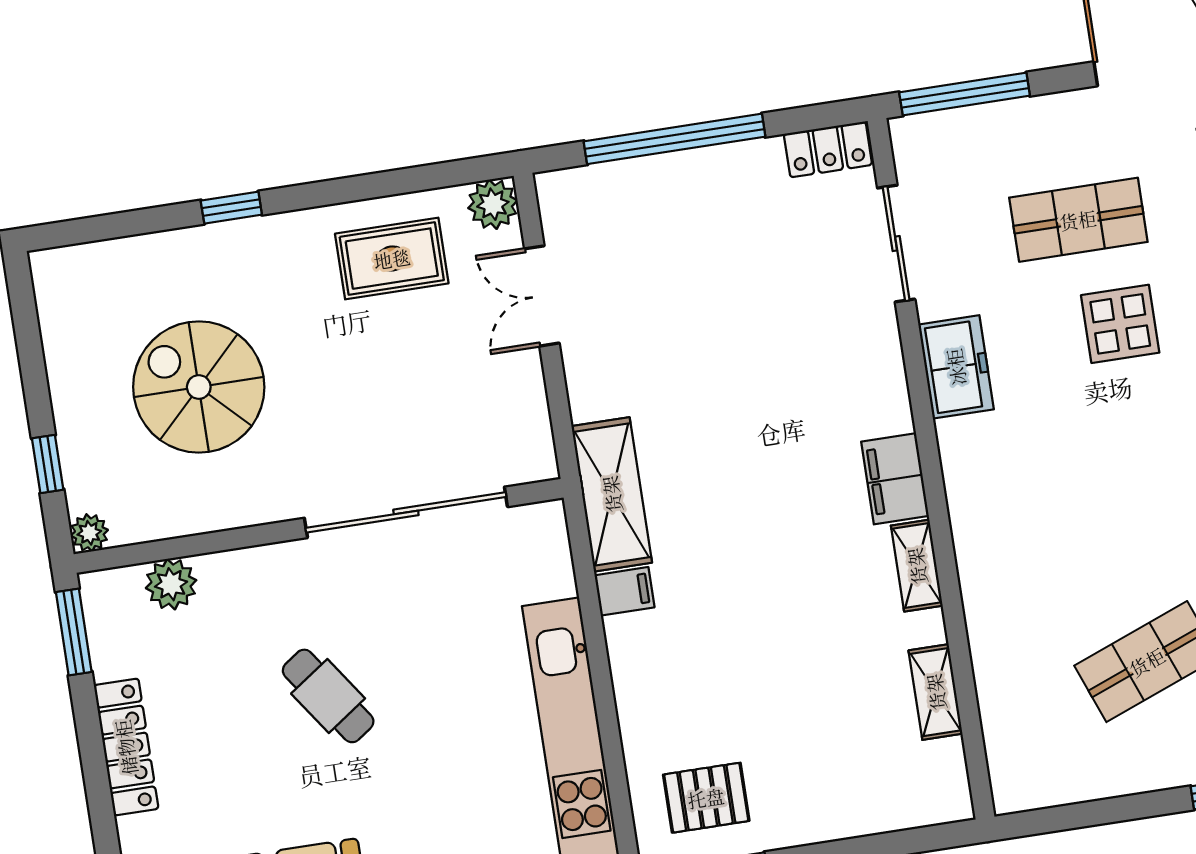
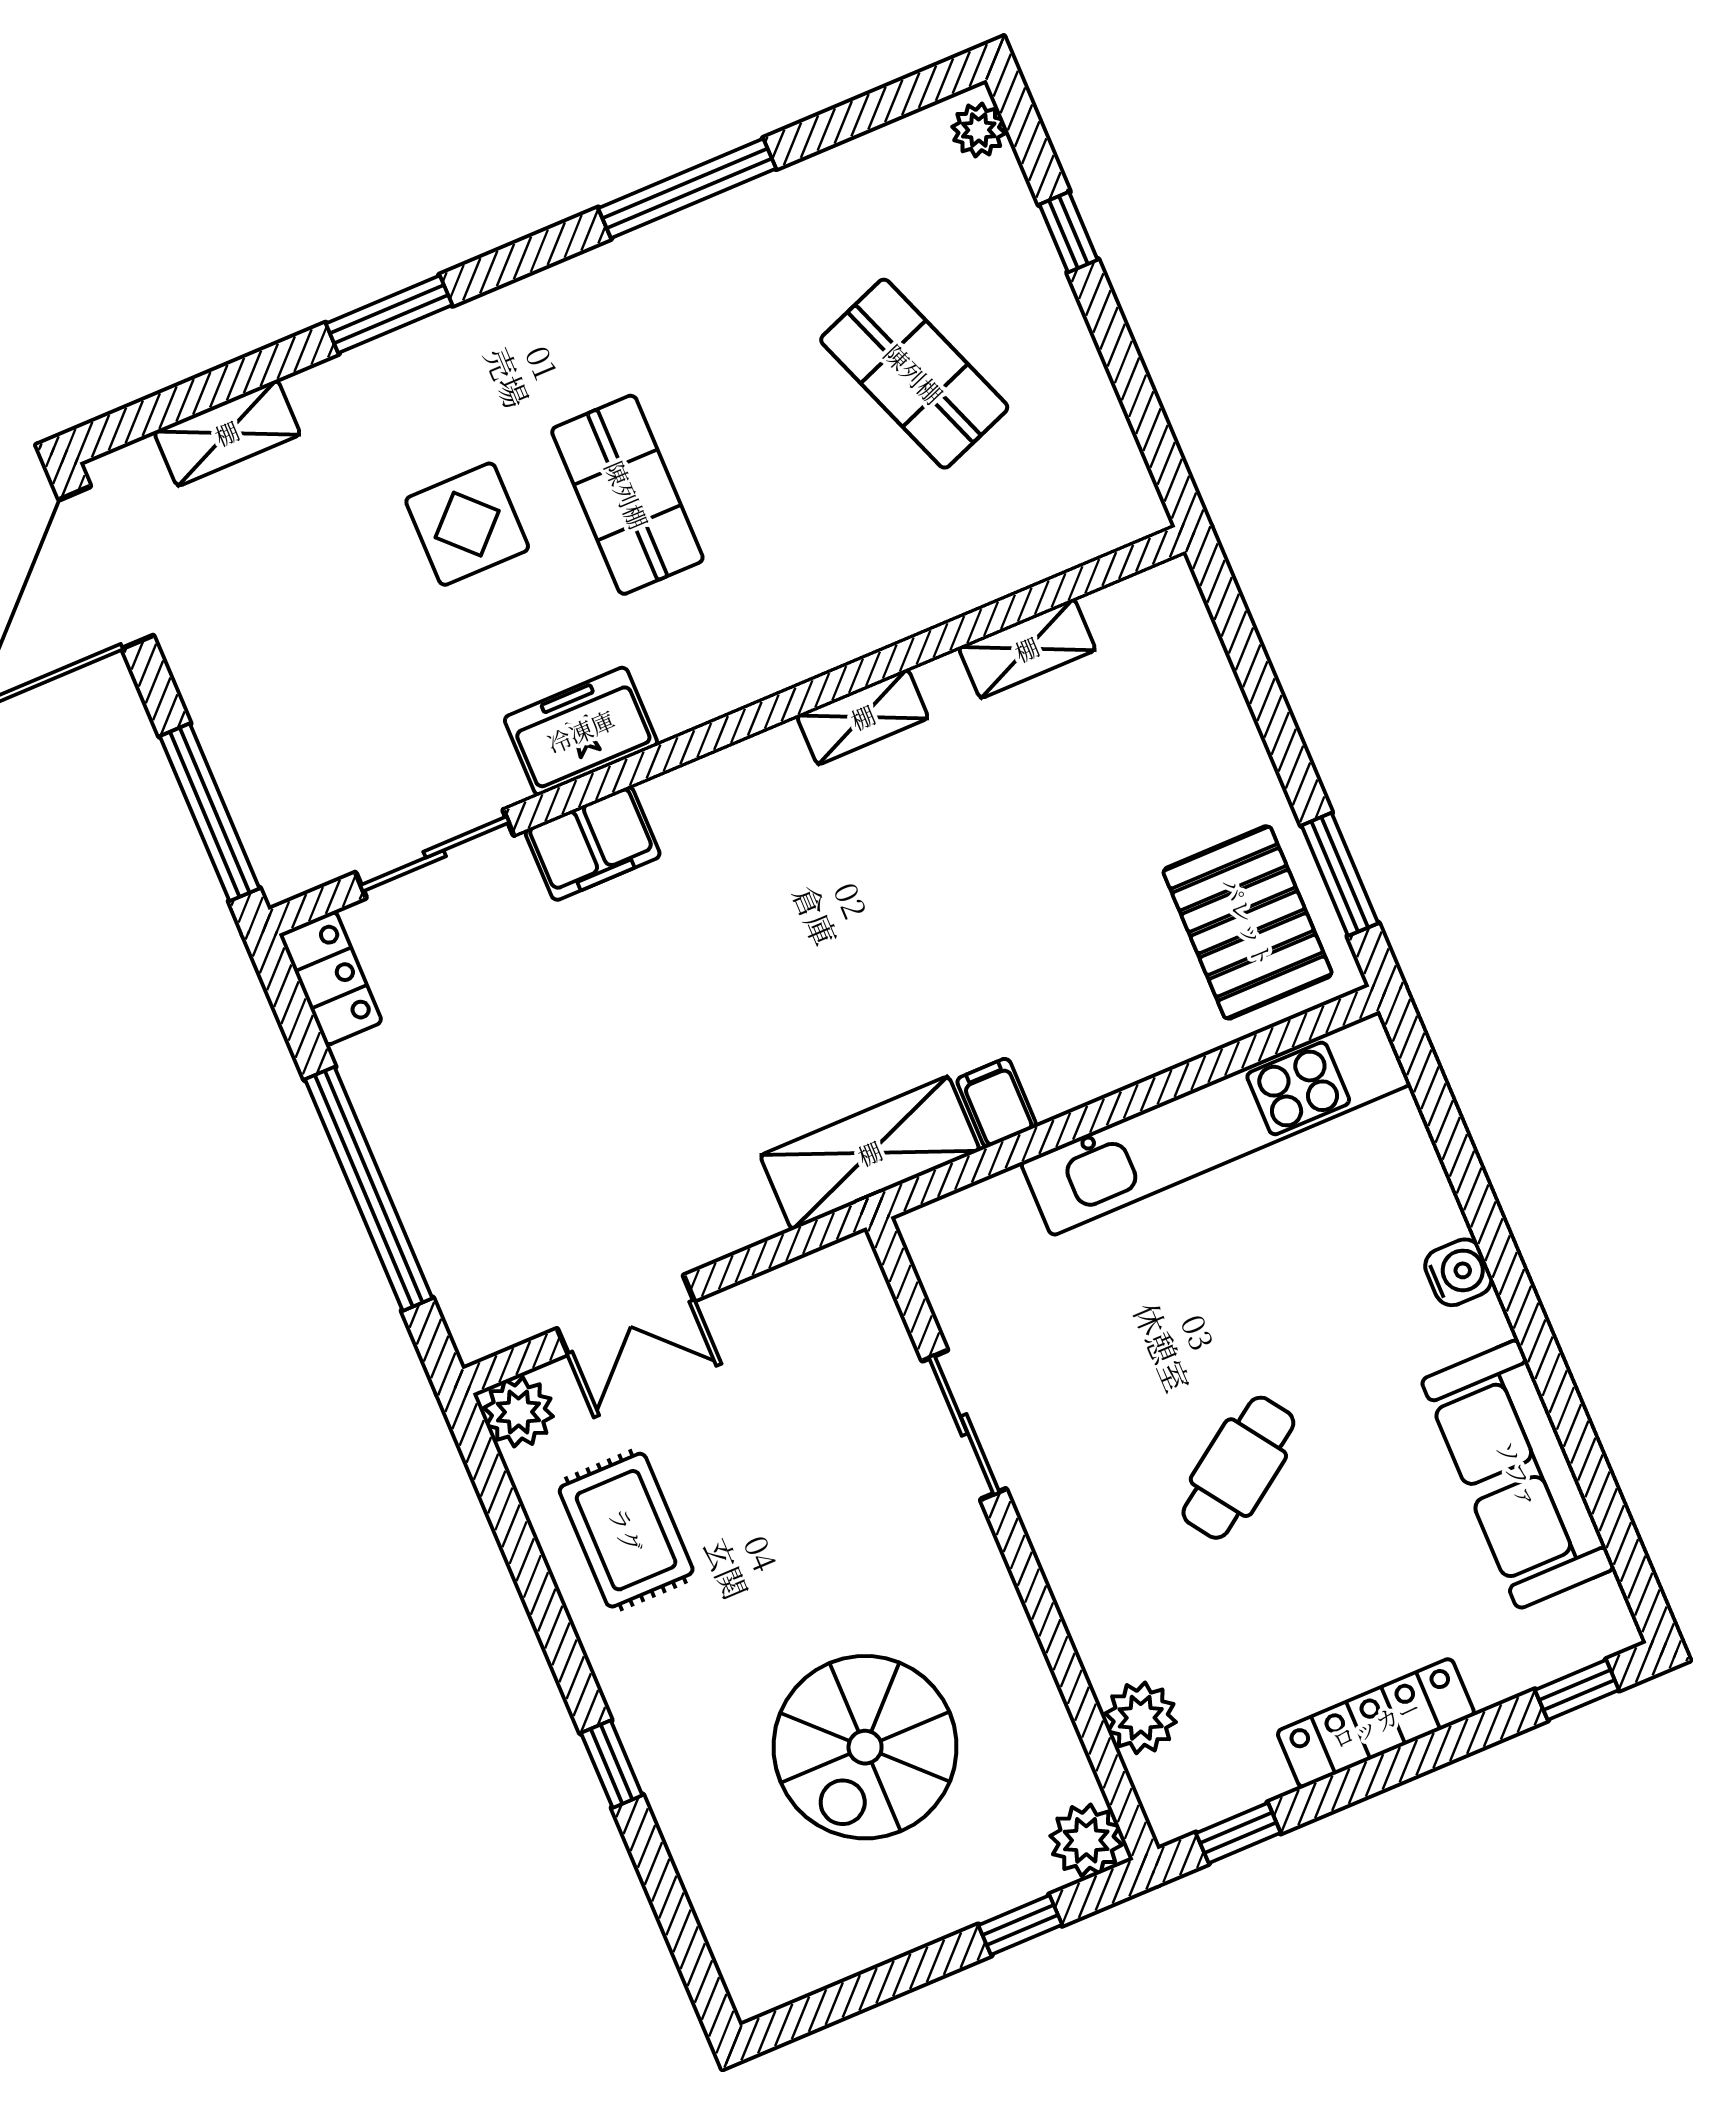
shop shelf: (1078, 220) -> (627, 495), moved
filing cabinet: (895, 479) -> (593, 843), moved
sliding door: (406, 512) -> (964, 1425), width x0.54
plant: (89, 533) -> (1086, 1840), width x1.38, depth x1.38
window: (74, 632) -> (1238, 1833), width x0.67
pallet: (706, 798) -> (1248, 922), width x1.50, depth x1.42

